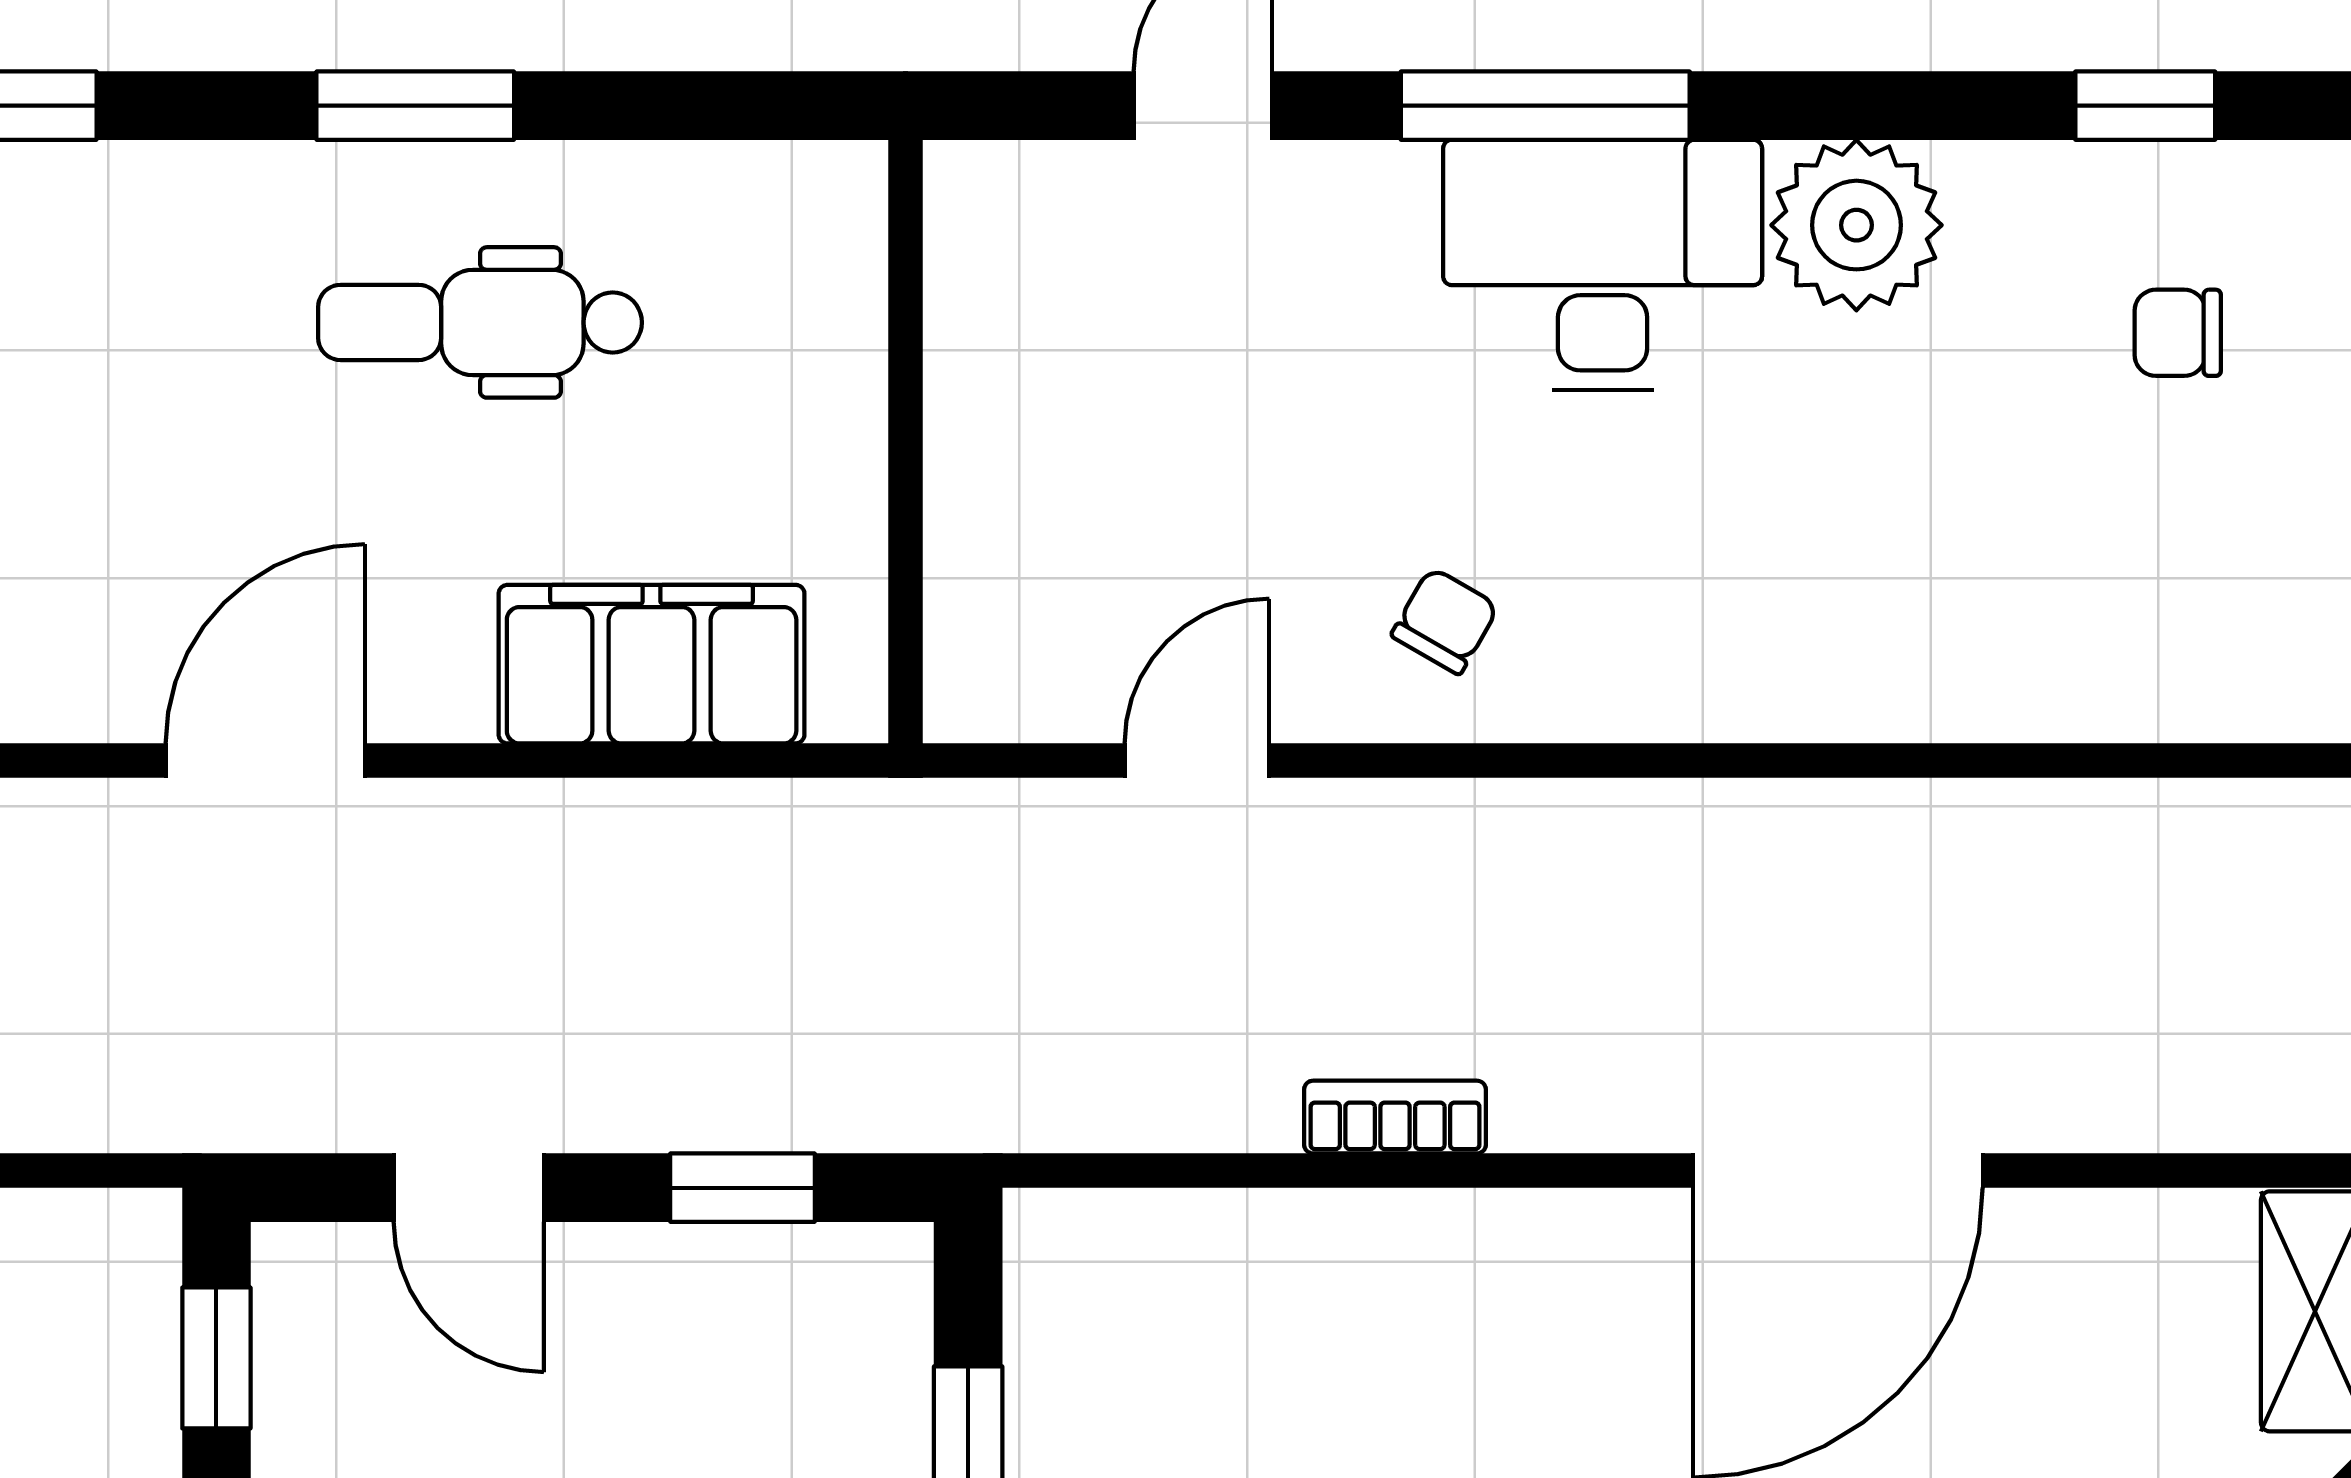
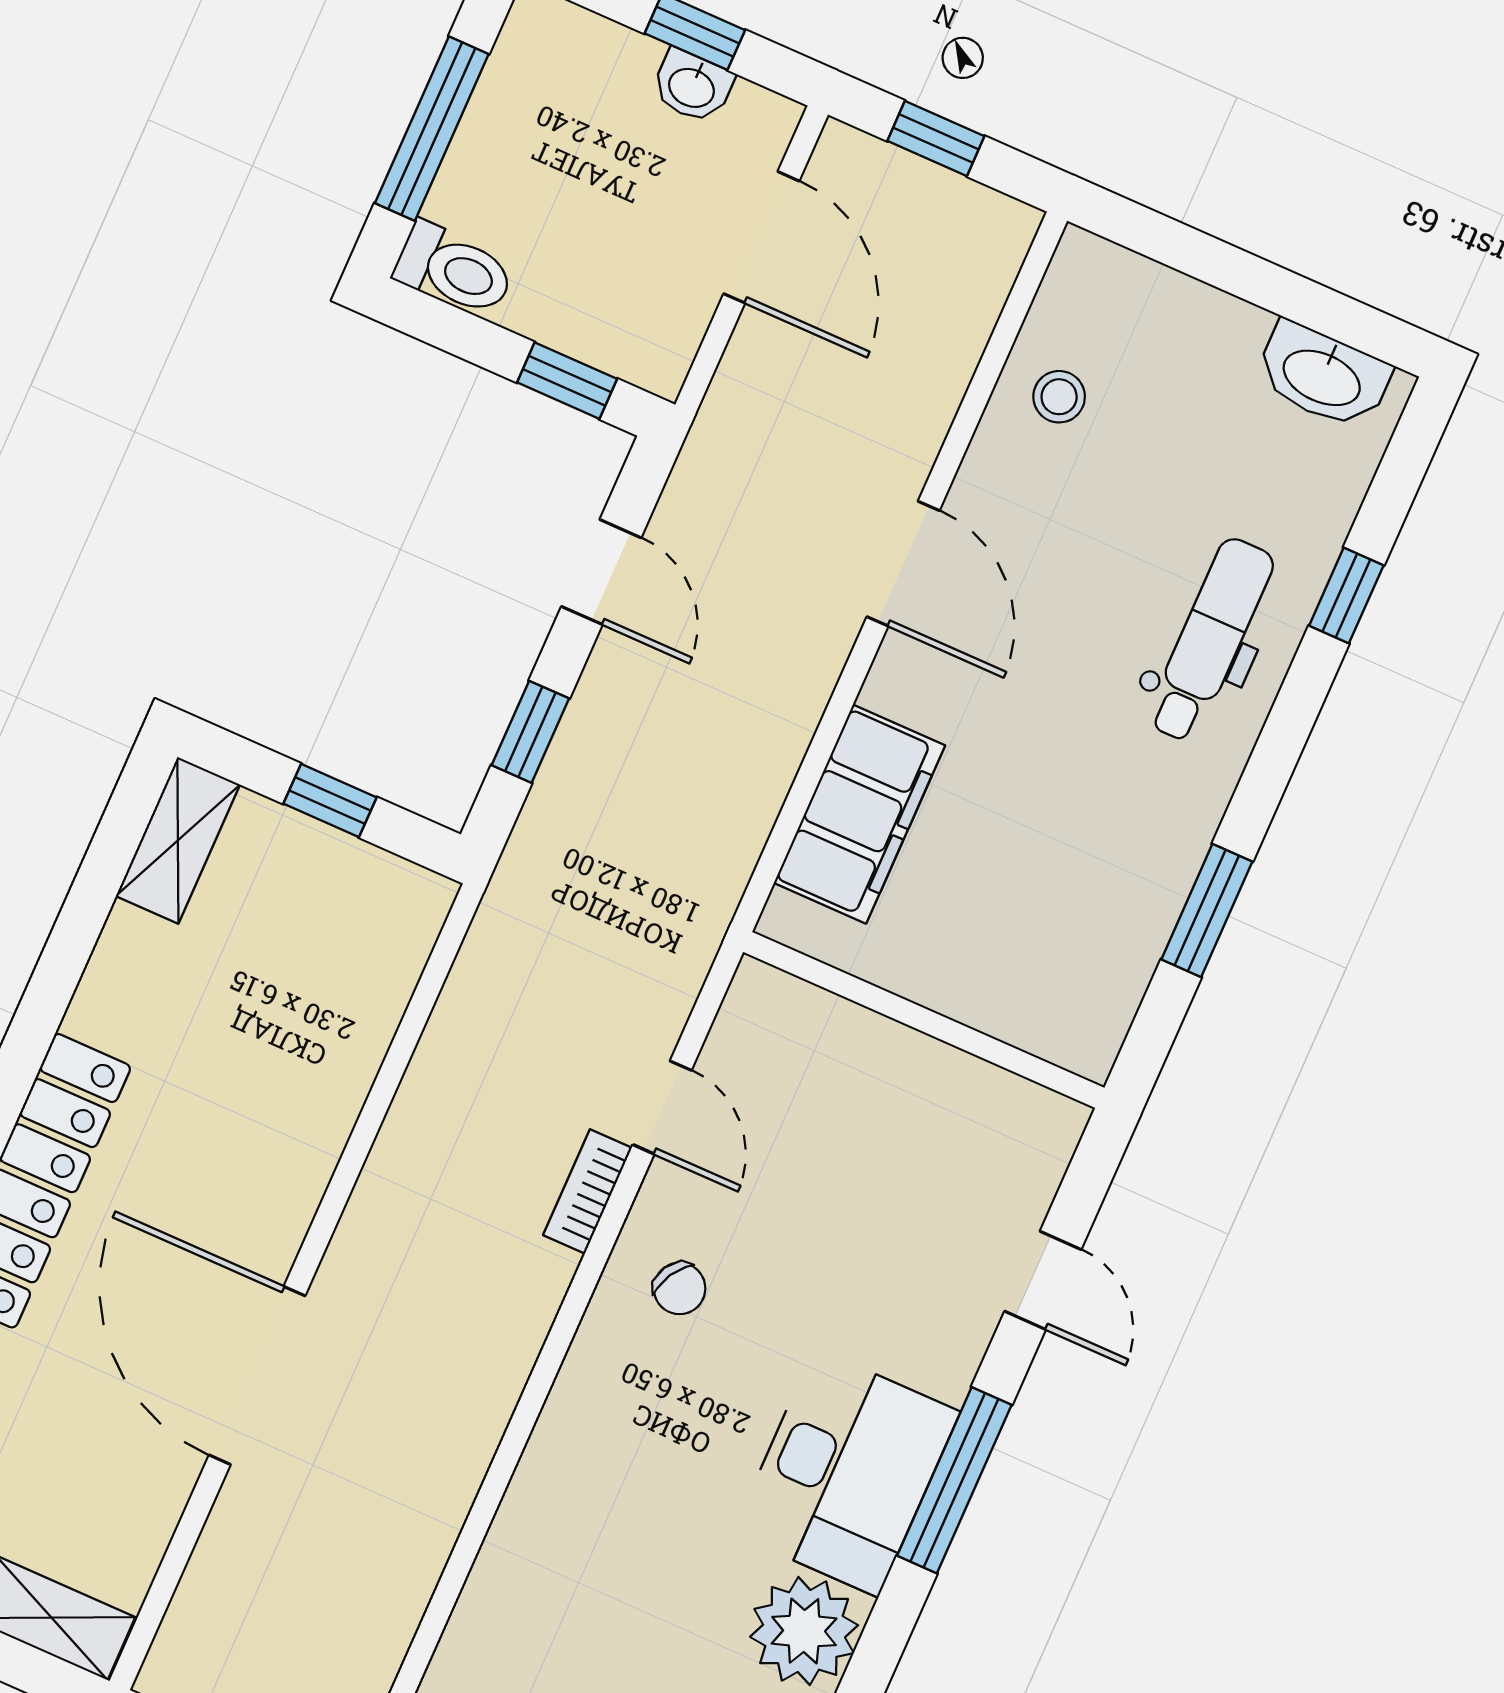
window: (415, 106) -> (1207, 911), moved
dental chair: (480, 322) -> (1210, 640), moved
bookcase: (1395, 1117) -> (588, 1191), moved, turned 180
door: (469, 1188) -> (601, 572), swing flipped

